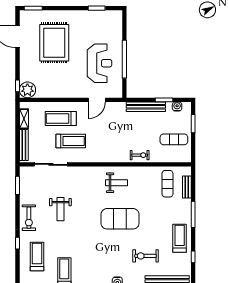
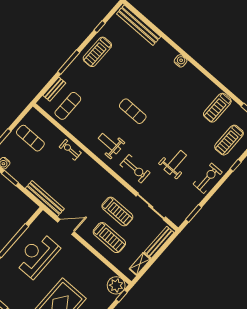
bench: (146, 107) -> (45, 198), moved
treadmill: (71, 141) -> (117, 212), turned 180
exercise mat: (120, 219) -> (133, 111), width x0.50, depth x0.69
exercise bike: (145, 256) -> (135, 169), moved

